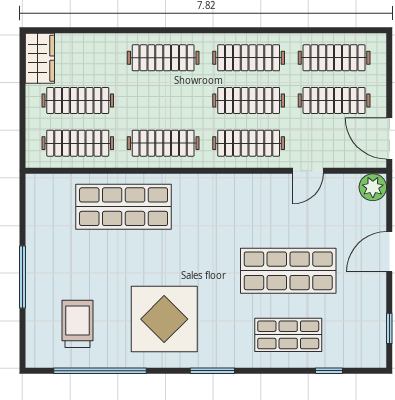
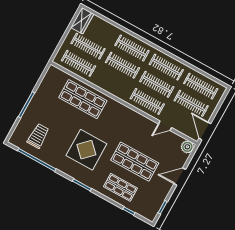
clothes rail: (163, 143) -> (122, 65), moved
display table: (164, 319) -> (86, 150), moved

